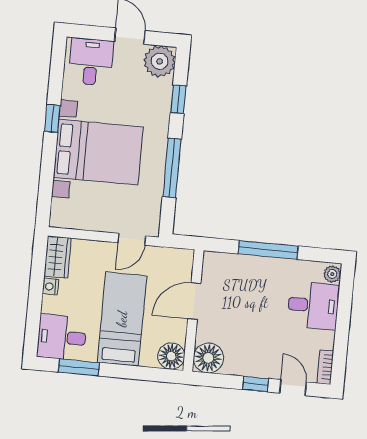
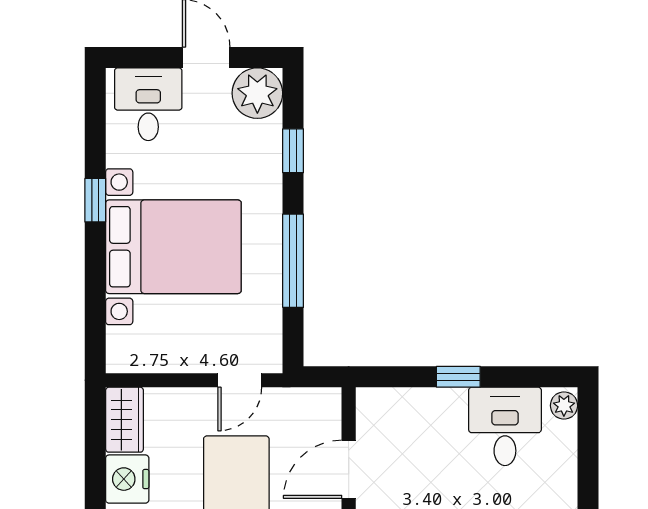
window: (268, 250) -> (458, 377), width x0.46
nightstand: (50, 287) -> (127, 479), width x1.89, depth x1.79
desk: (313, 305) -> (505, 426), moved, turned -90

